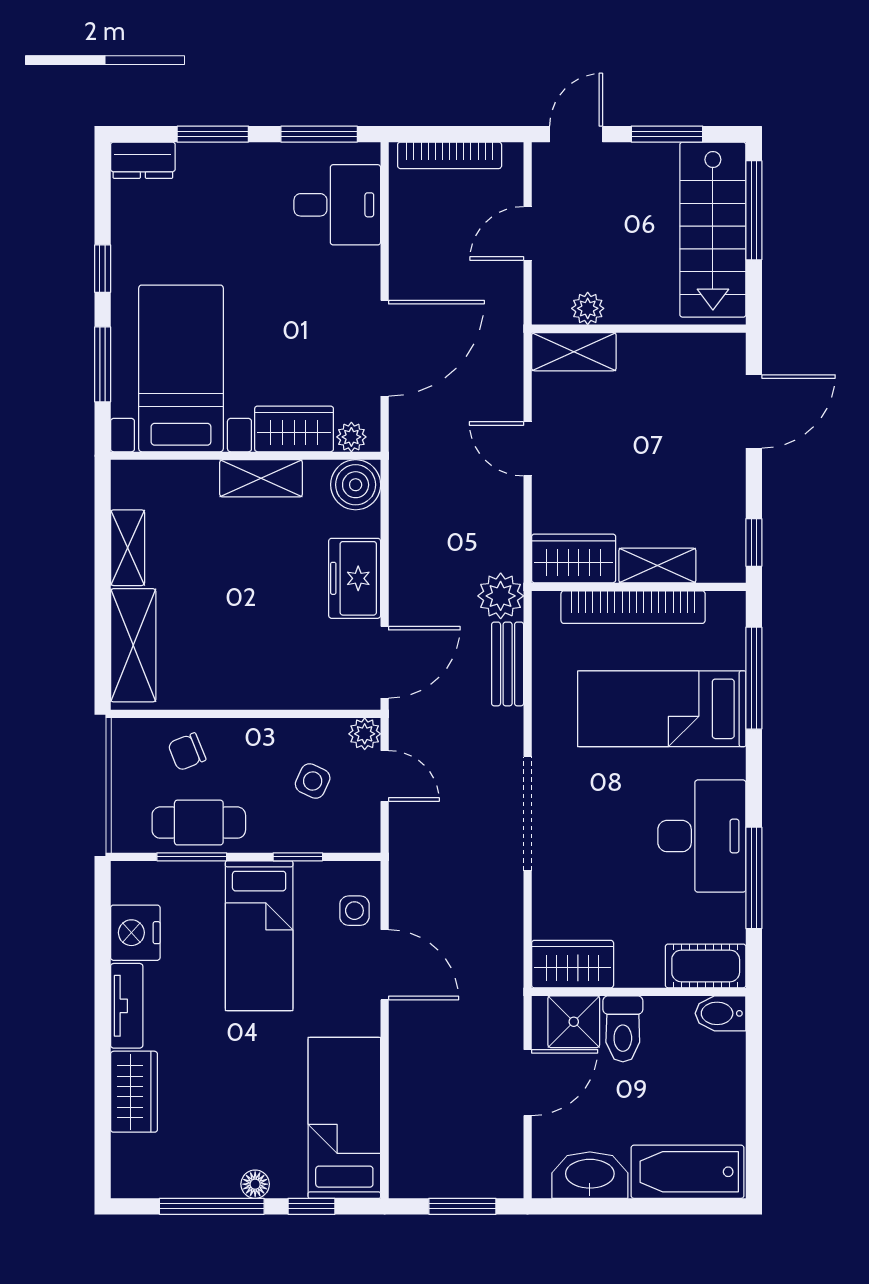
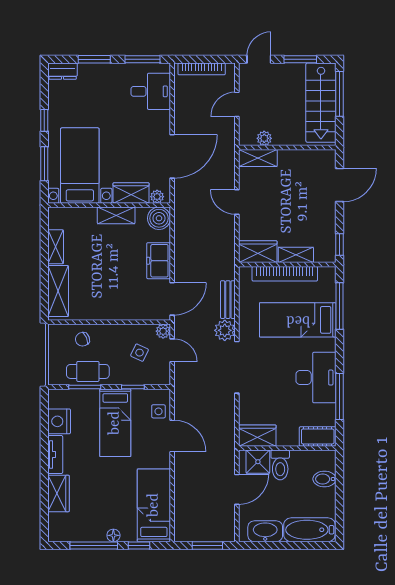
plant: (501, 596) -> (225, 330), moved
bidet: (721, 1013) -> (324, 479), moved

